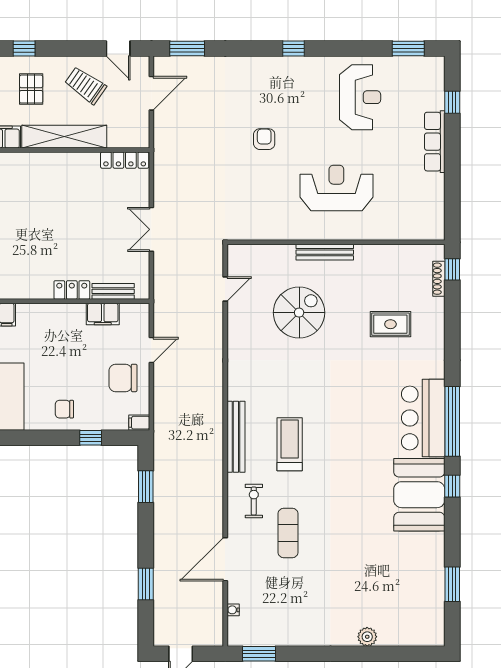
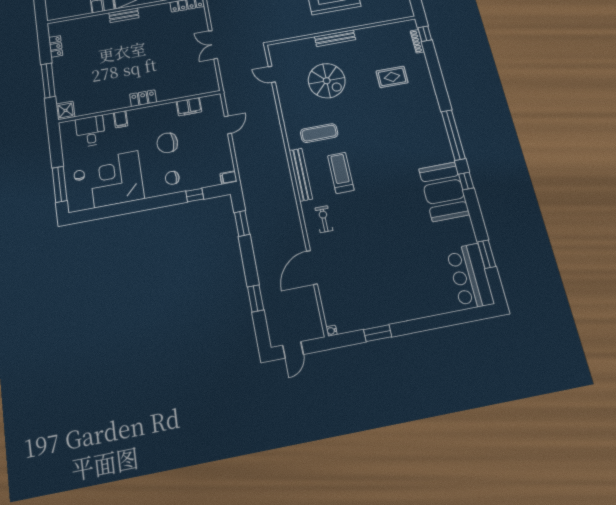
door: (225, 289) -> (272, 74), swing flipped
locker: (72, 290) -> (143, 98), moved
bench: (113, 291) -> (124, 15), moved
spiral stairs: (299, 313) -> (327, 81), turned 90
chair: (123, 378) -> (167, 143), moved
bar counter: (423, 418) -> (470, 276), moved
exercise mat: (288, 533) -> (319, 133), moved, turned 90
water cooler: (233, 610) -> (332, 331), moved
plant: (367, 637) -> (434, 308), removed
window: (259, 654) -> (378, 333), moved

